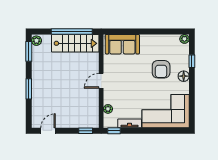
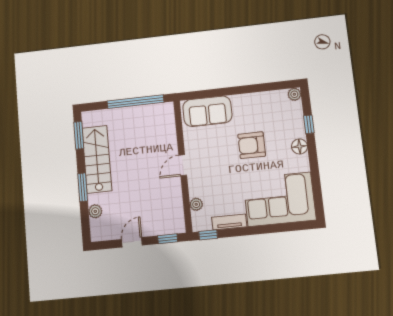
plant: (36, 41) -> (95, 211), moved
stairs: (75, 43) -> (97, 159), moved, turned -90
armchair: (161, 69) -> (252, 145), moved, turned 90
door: (48, 131) -> (132, 242), moved

